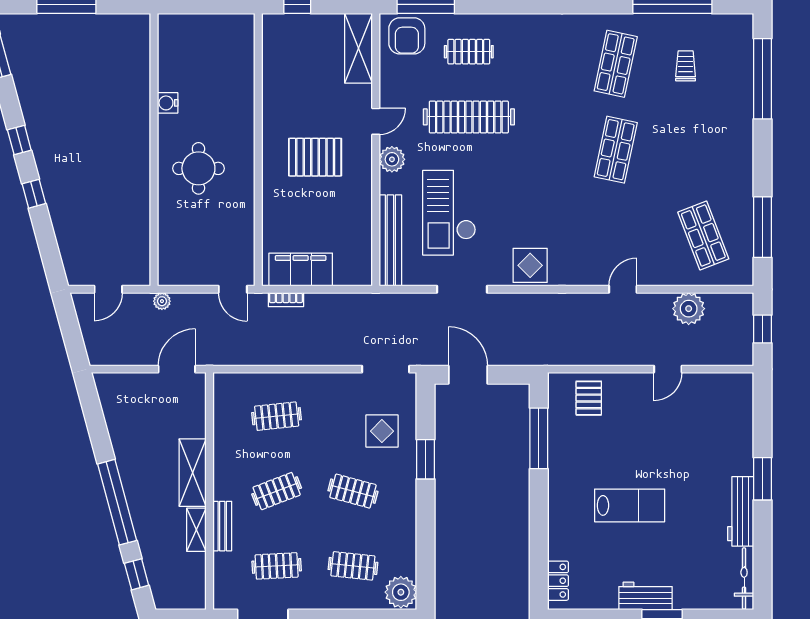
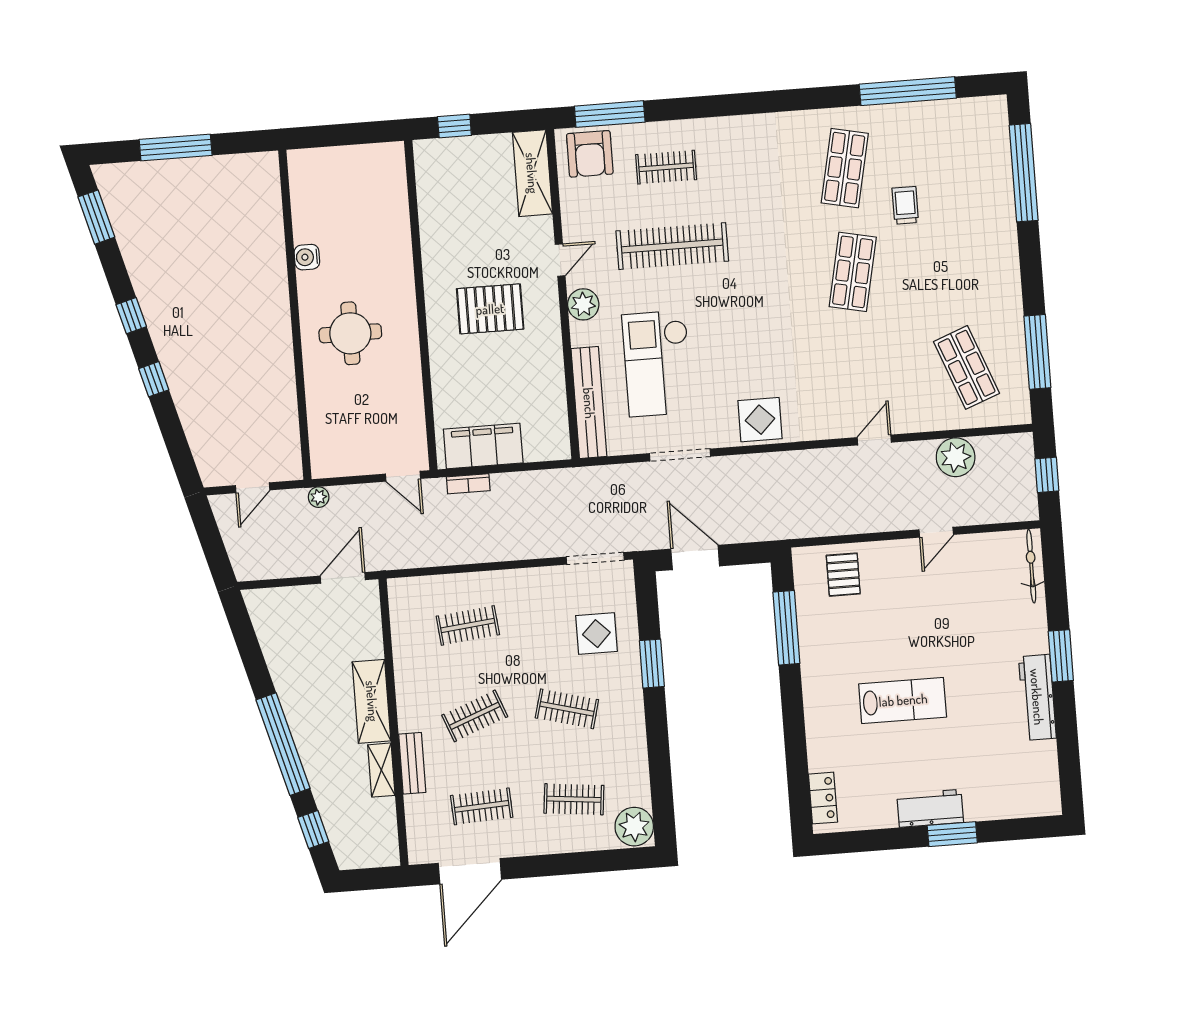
trolley: (686, 66) -> (905, 205), moved
bicycle: (744, 578) -> (1031, 566), moved

